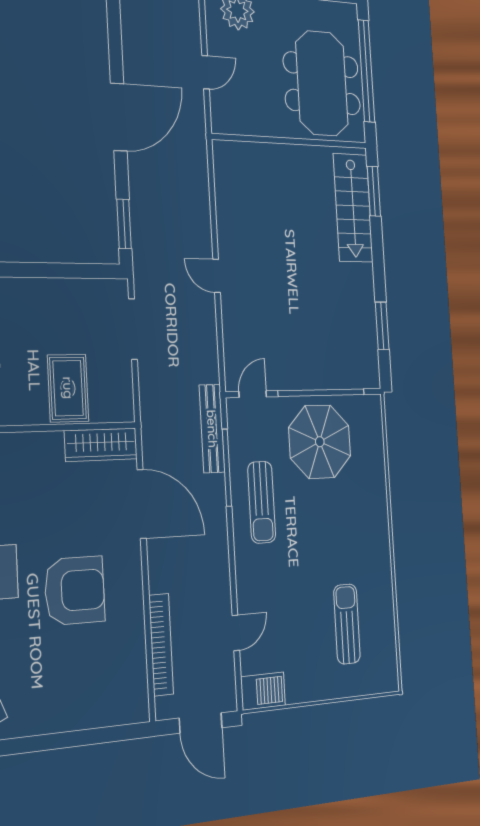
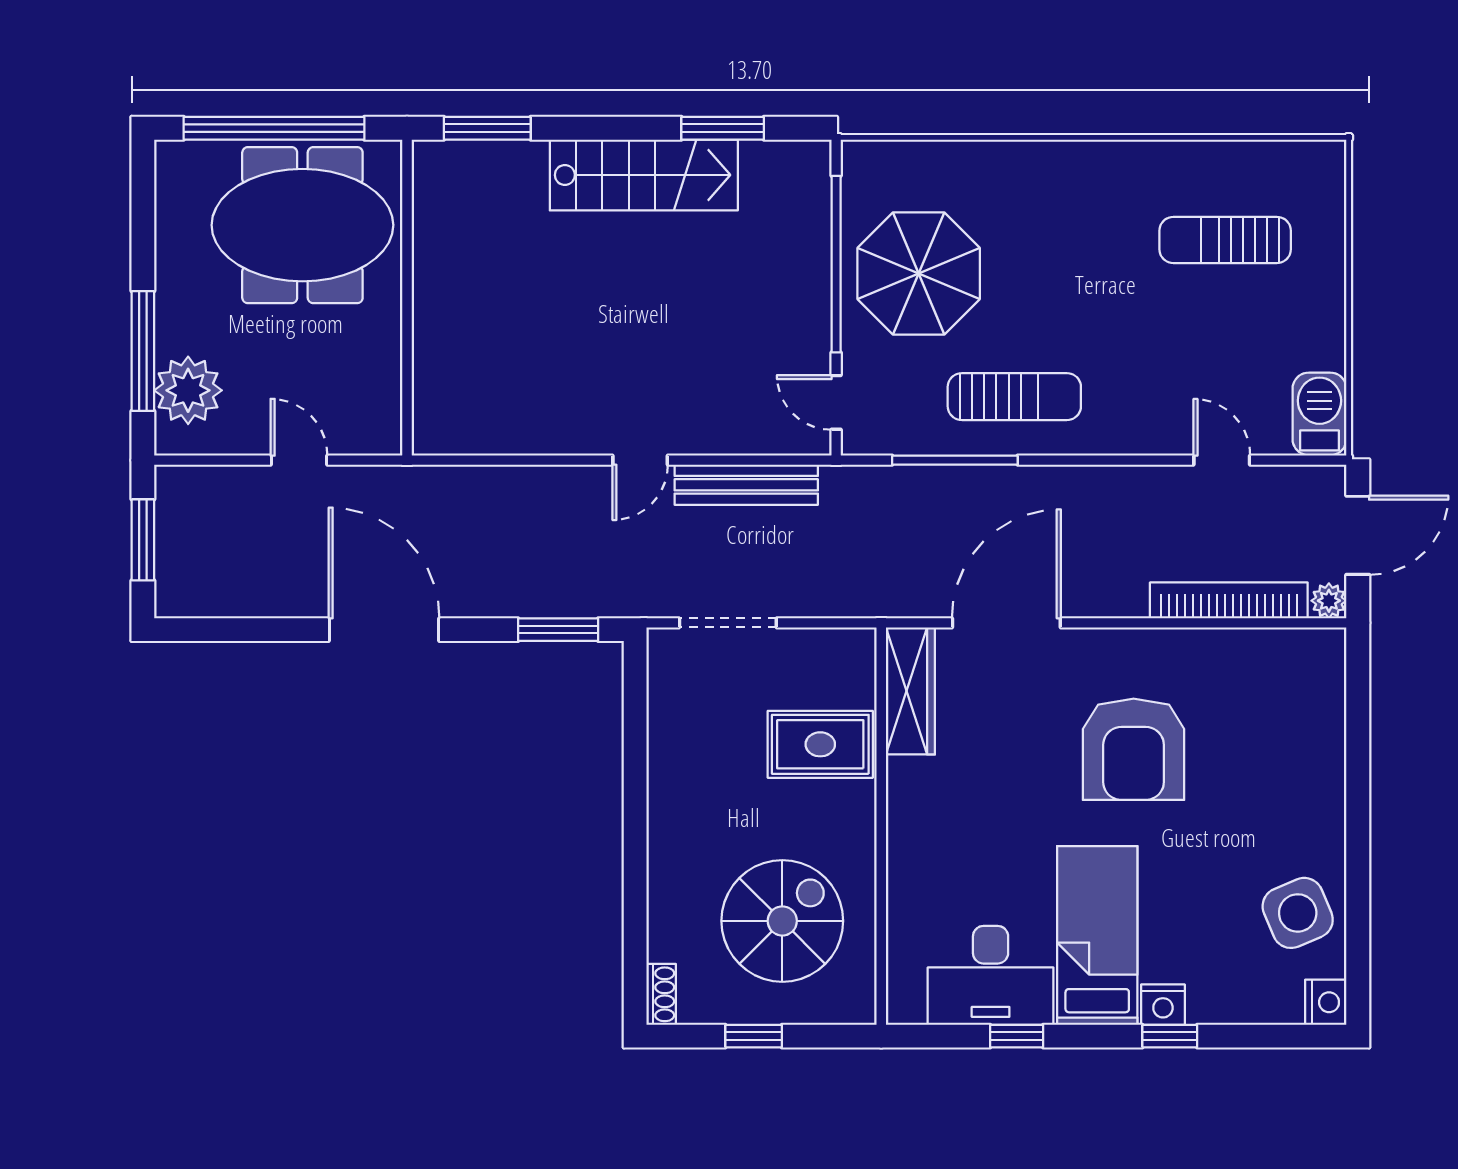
stairs: (353, 208) -> (644, 175), moved
bench: (212, 429) -> (746, 485), moved
armchair: (75, 591) -> (1134, 749), turned 180
plant: (164, 709) -> (1329, 601), added

